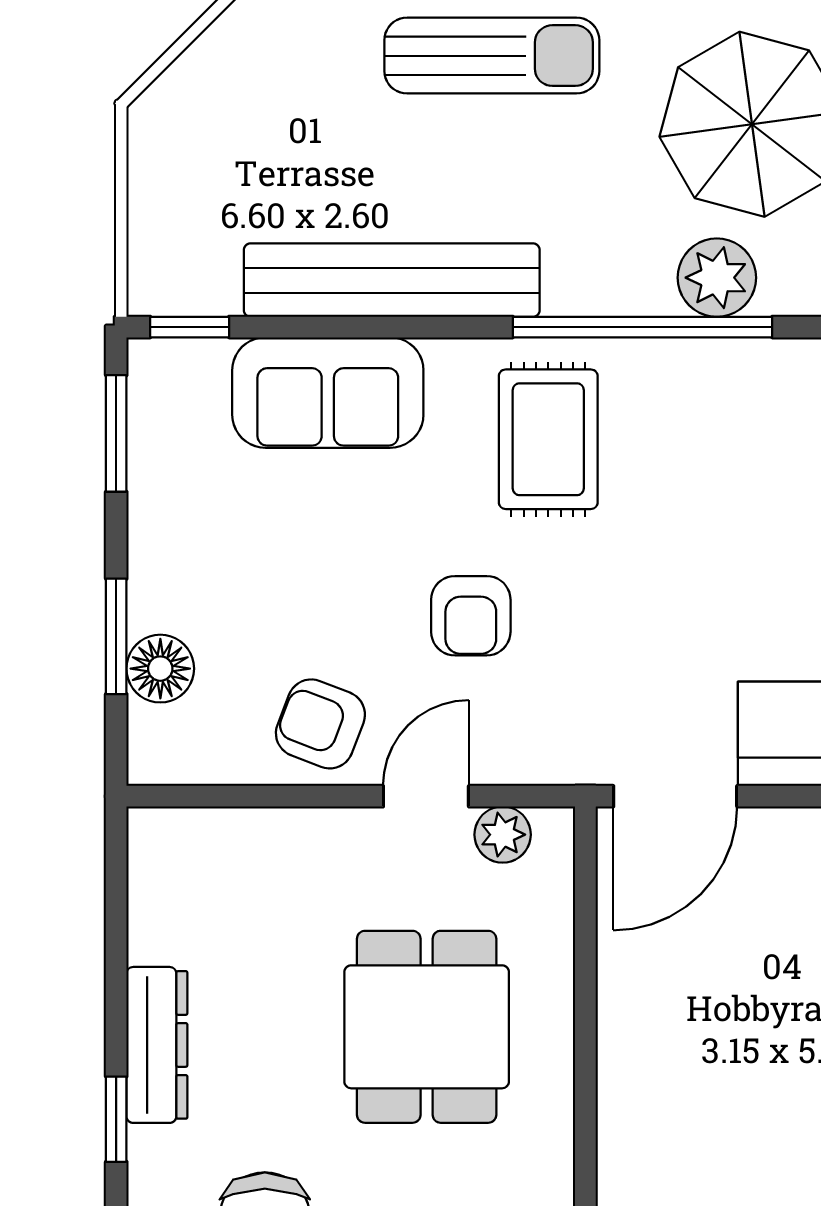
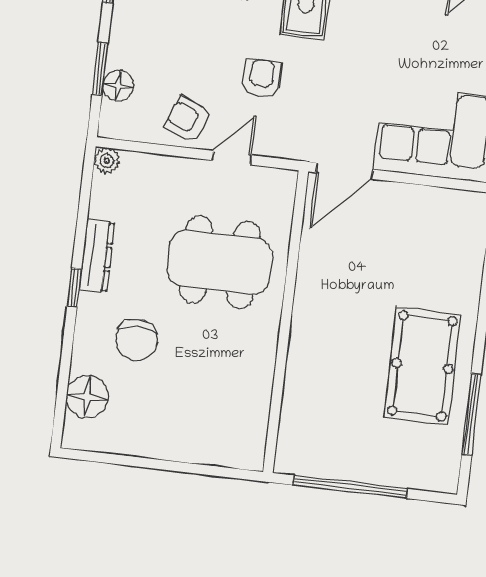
armchair: (471, 616) -> (262, 78), turned 180
plant: (503, 835) -> (107, 161), moved
dining table: (427, 1027) -> (220, 262), width x1.38

